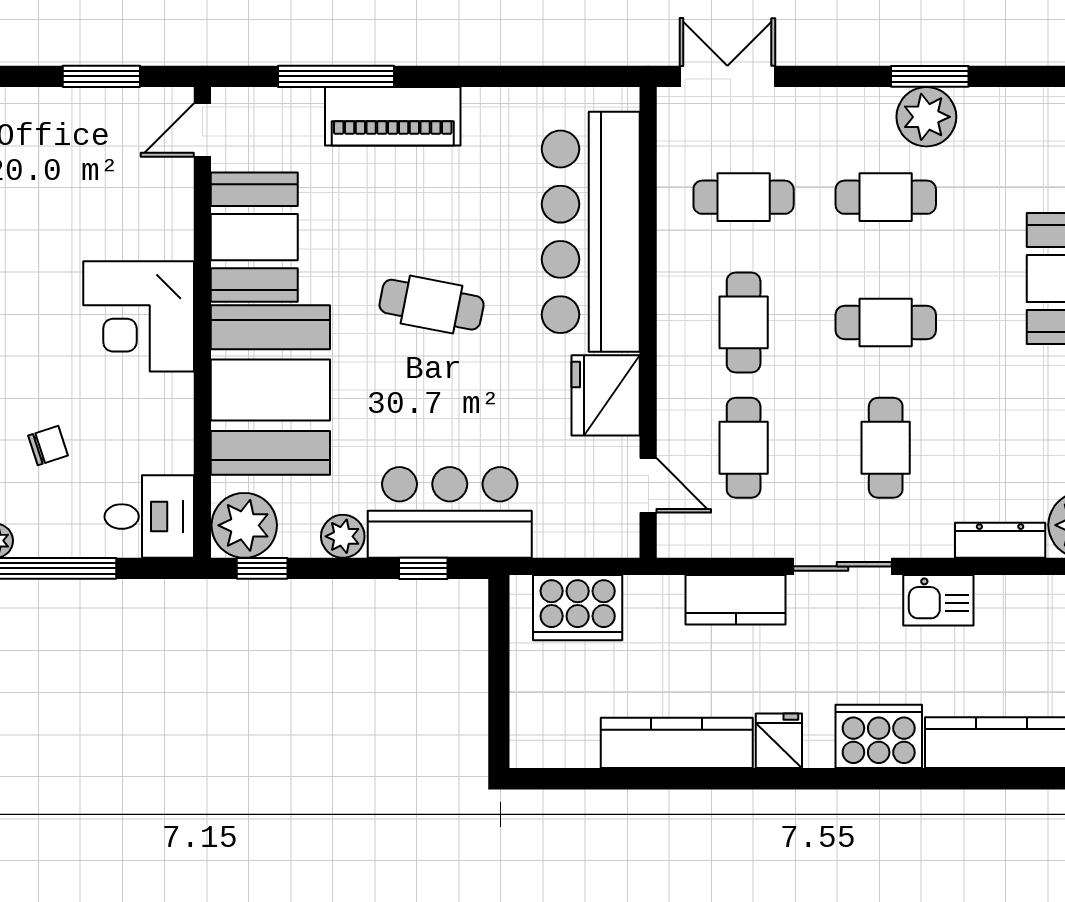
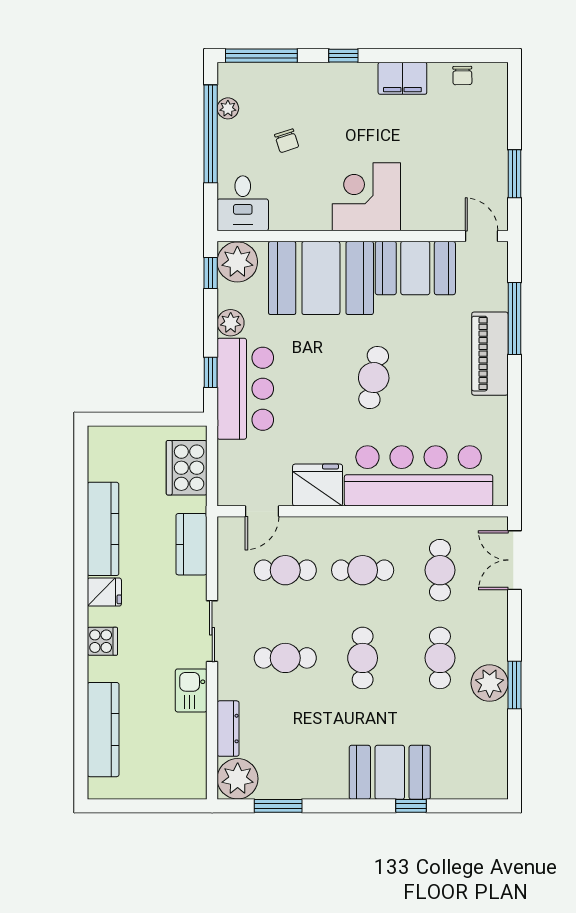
double door: (727, 76) -> (514, 560), swing flipped
kitchen counter: (736, 600) -> (191, 544), moved
cooker: (879, 736) -> (102, 641), width x0.53, depth x0.76

